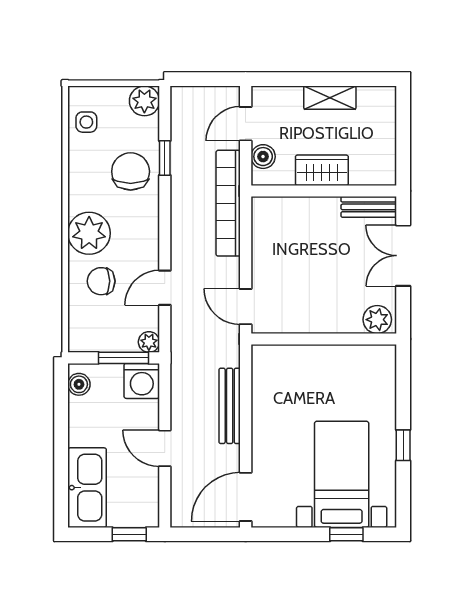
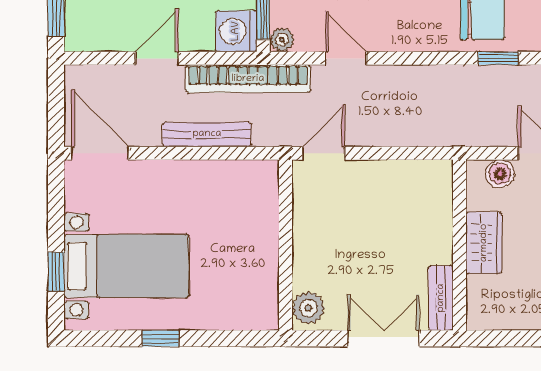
bookcase: (228, 203) -> (248, 79), moved, turned 180

